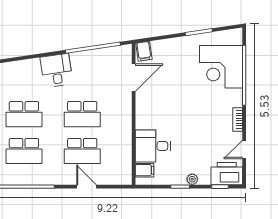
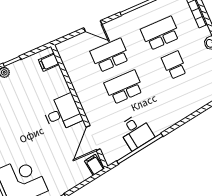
desk: (56, 70) -> (136, 132), moved
school desk: (24, 114) -> (174, 65), width x0.54
desk: (153, 146) -> (62, 113), moved

